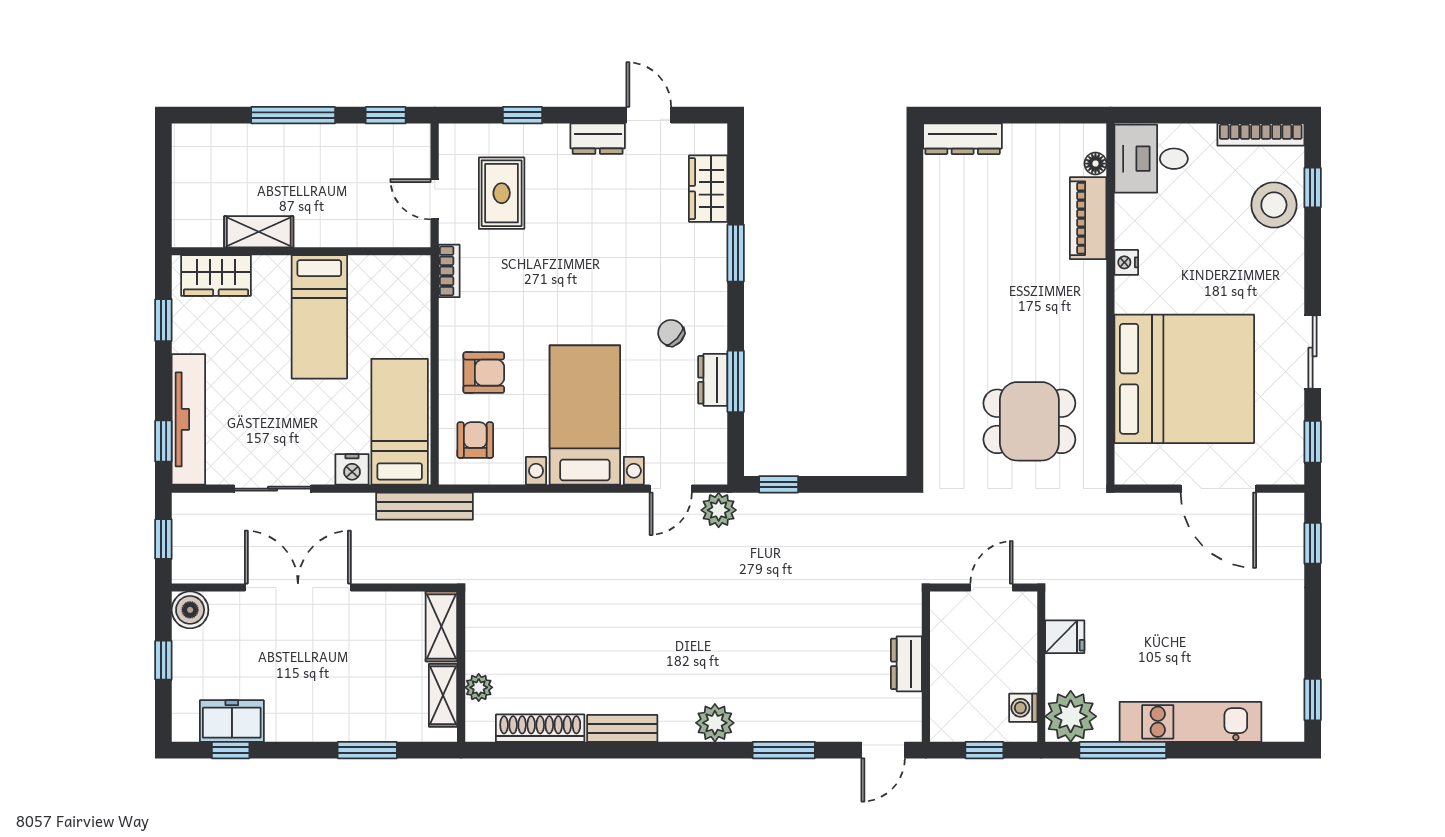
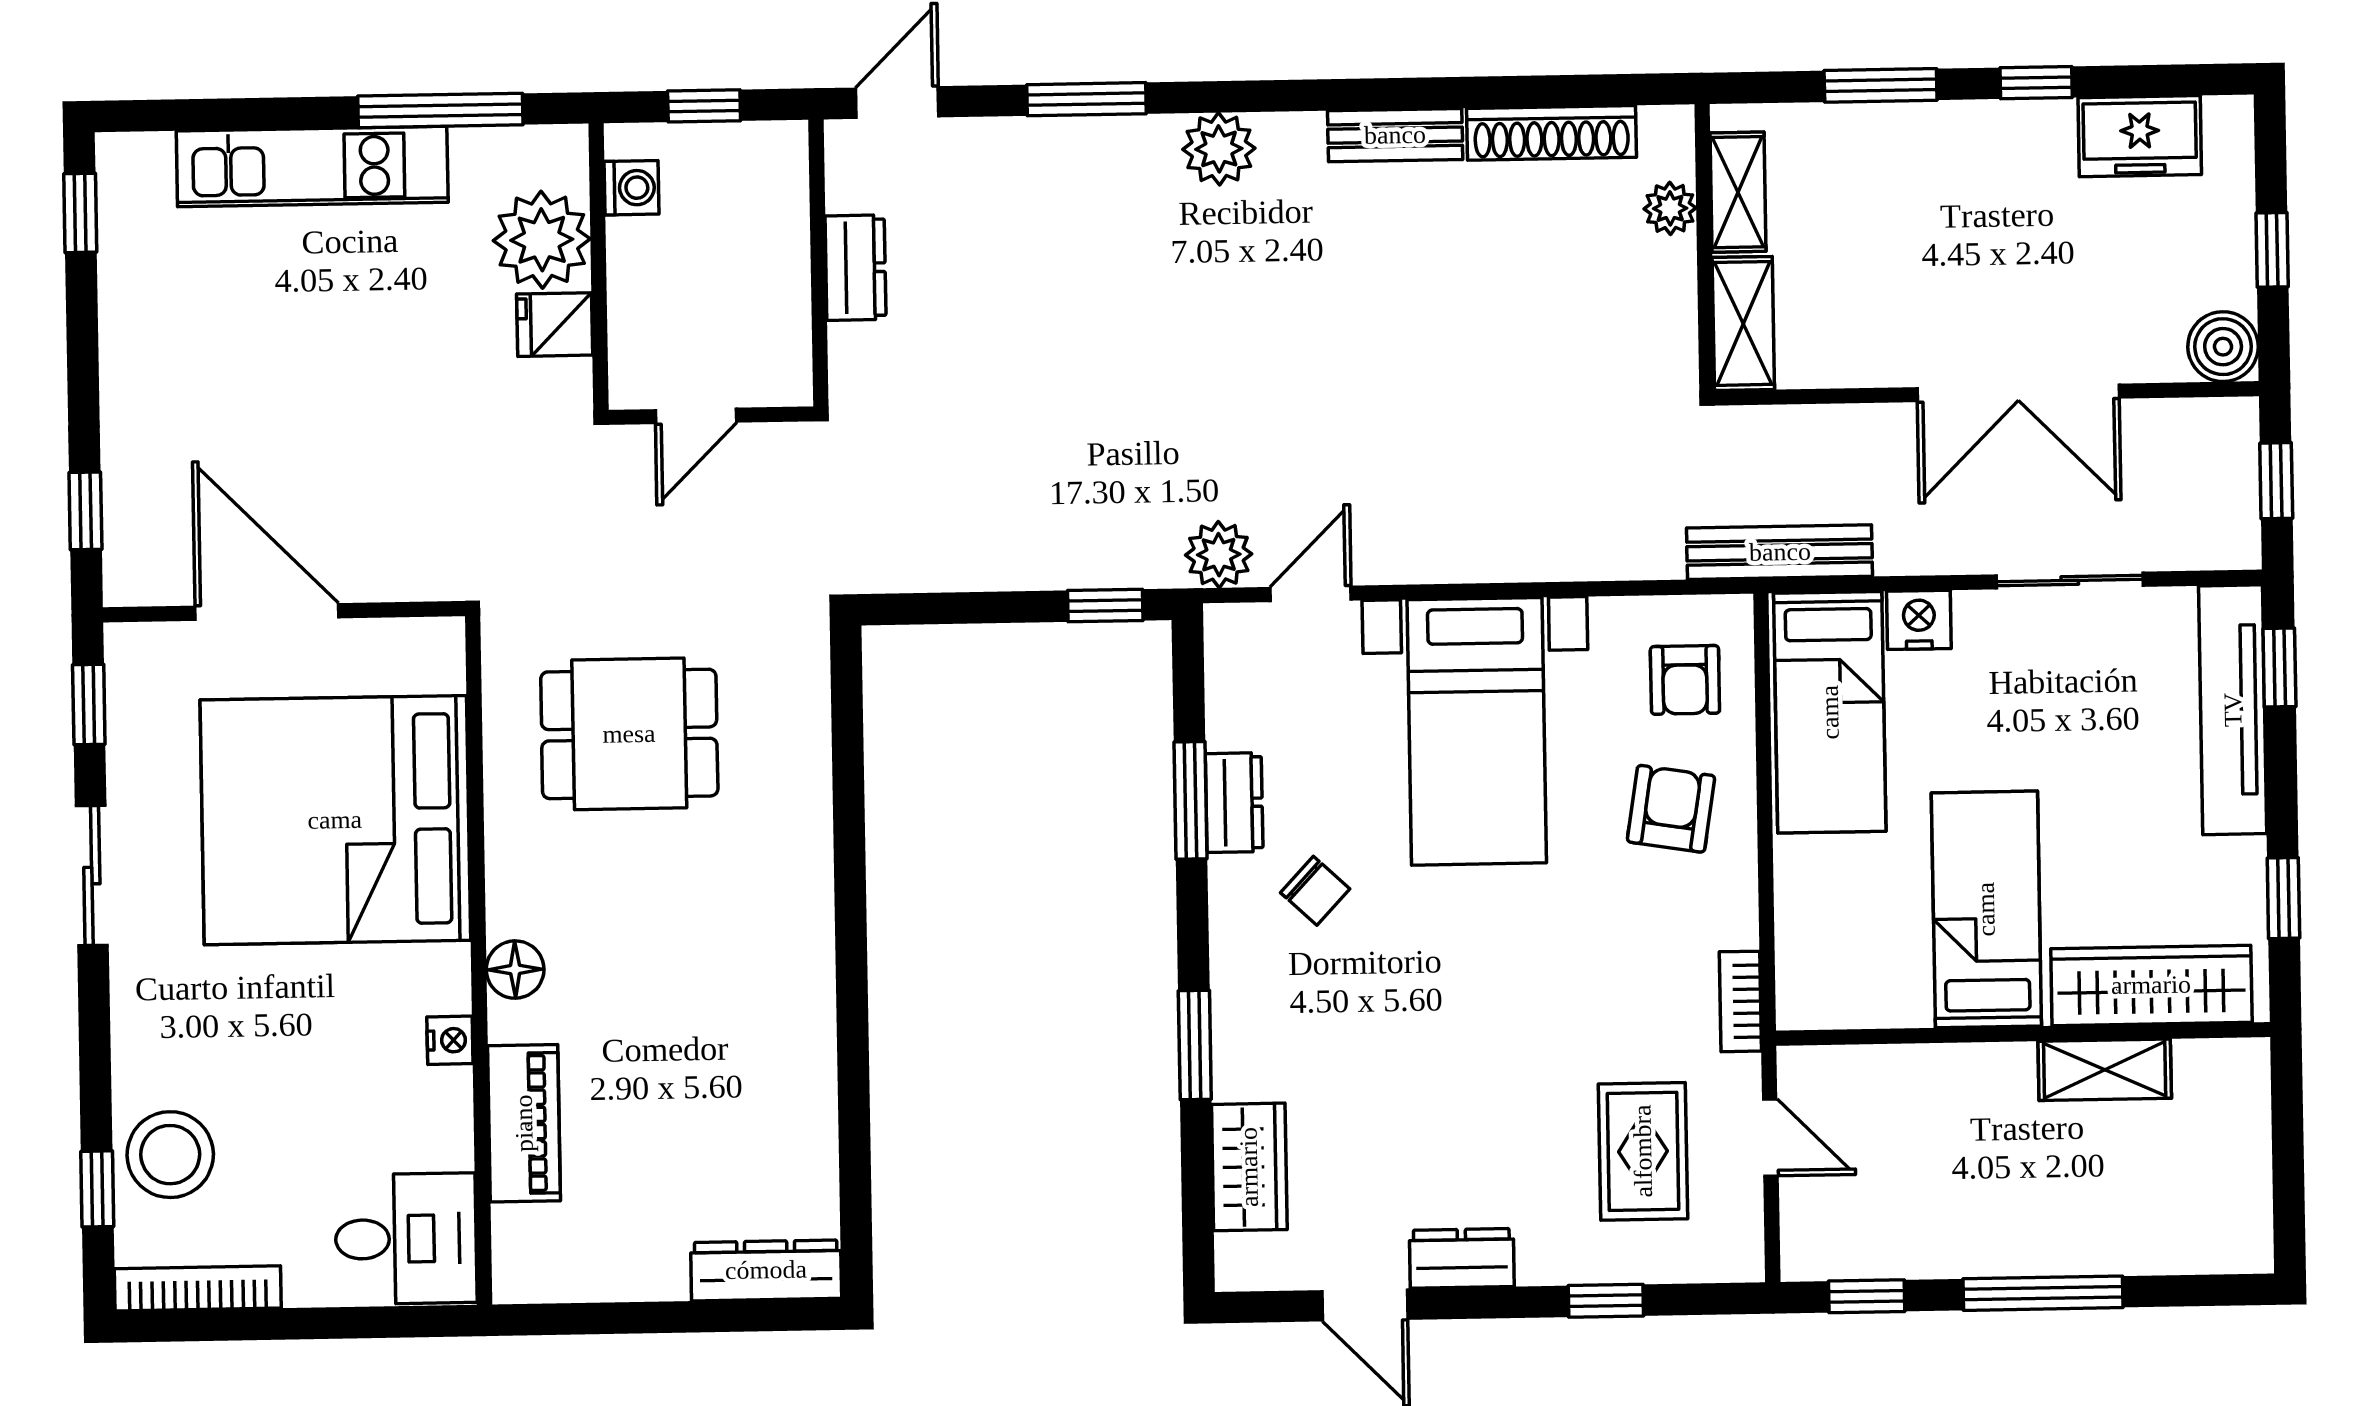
floor lamp: (1095, 164) -> (515, 970), moved, width x1.37, depth x1.37
wardrobe: (216, 276) -> (2151, 985), width x1.50
armchair: (484, 373) -> (1671, 809), turned 99
plant: (1071, 716) -> (542, 240), moved
window: (231, 750) -> (2036, 83), moved

